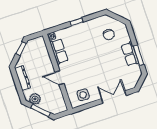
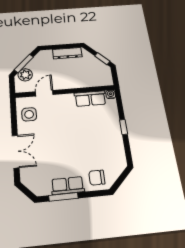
chair: (109, 34) -> (97, 178), moved
door: (59, 78) -> (44, 93), moved
plant: (35, 99) -> (25, 75), moved

